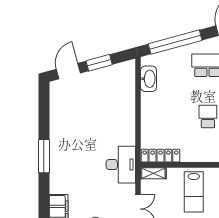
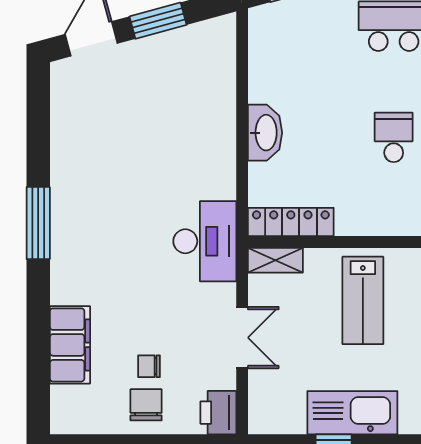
washbasin: (149, 79) -> (265, 133), moved

